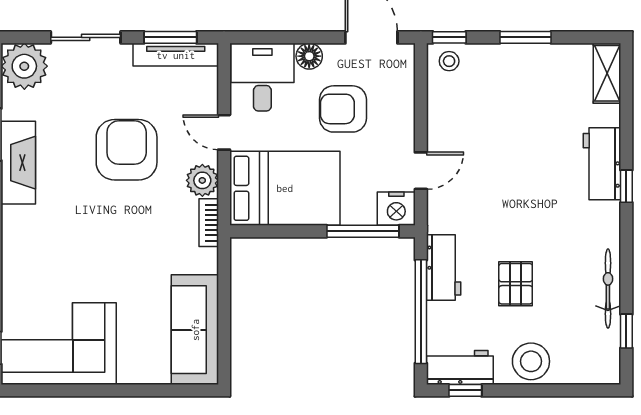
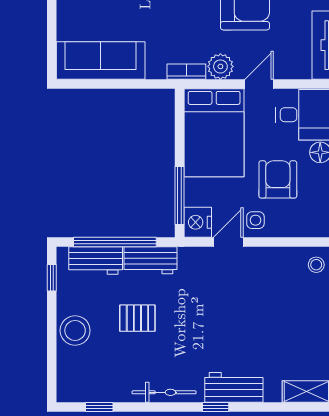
side table: (394, 137) -> (255, 220), added
door: (421, 171) -> (228, 242), swing flipped
bicycle: (608, 288) -> (164, 392), moved
workbench: (460, 367) -> (96, 261), moved, turned 90

